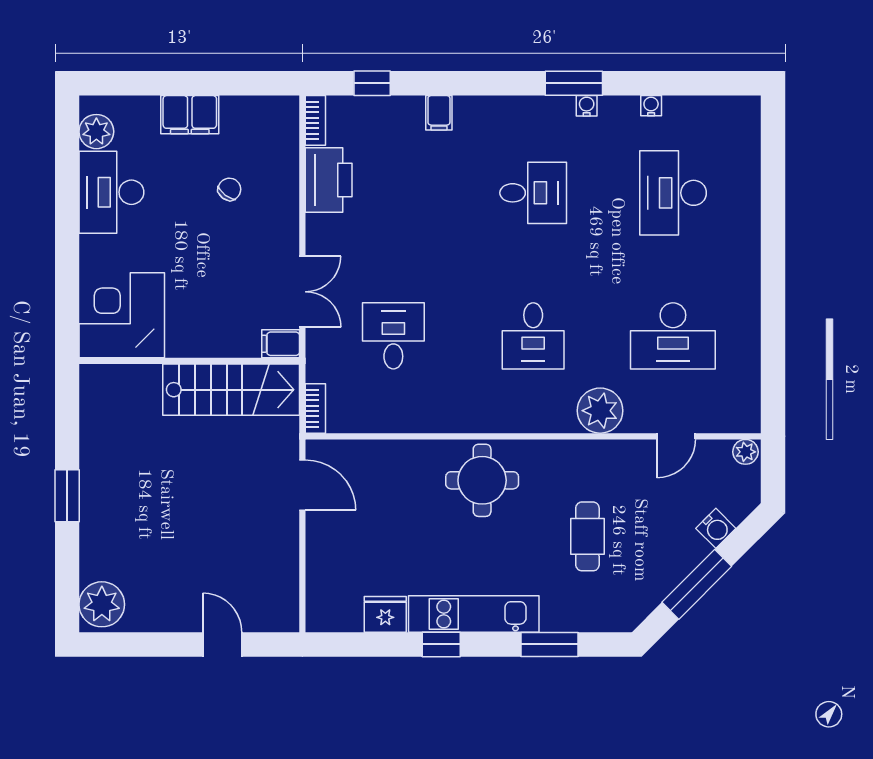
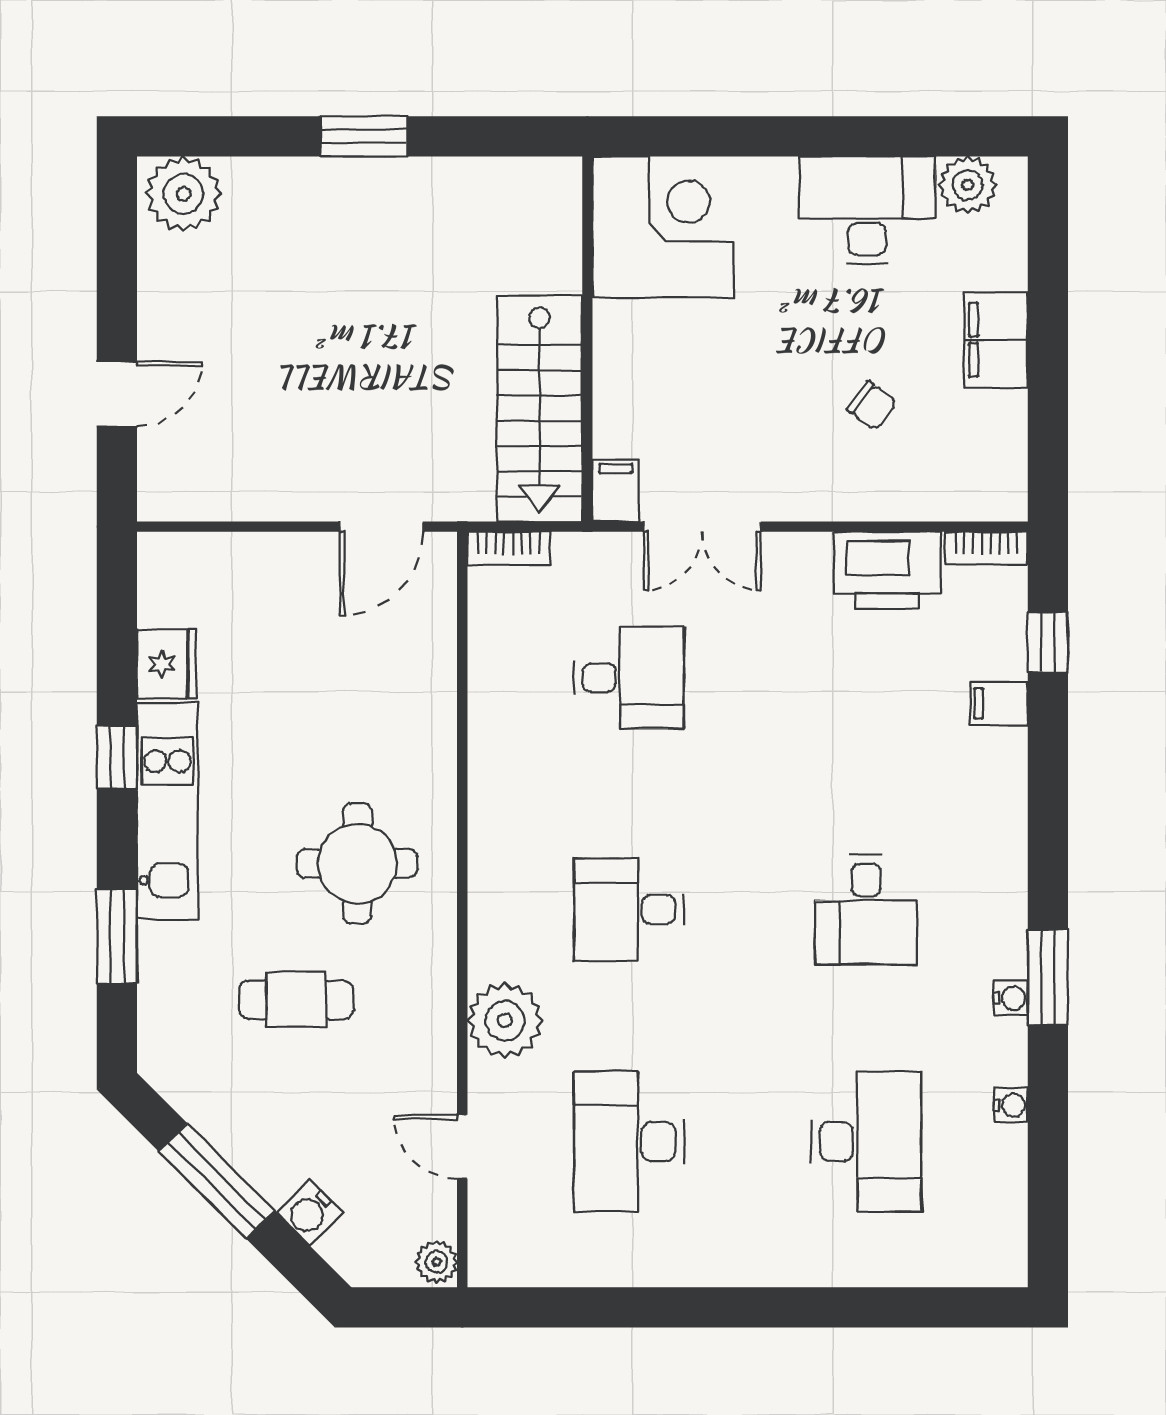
filing cabinet: (439, 113) -> (999, 703), moved
desk: (673, 193) -> (866, 1141), turned 90
round table: (482, 480) -> (357, 863), moved

